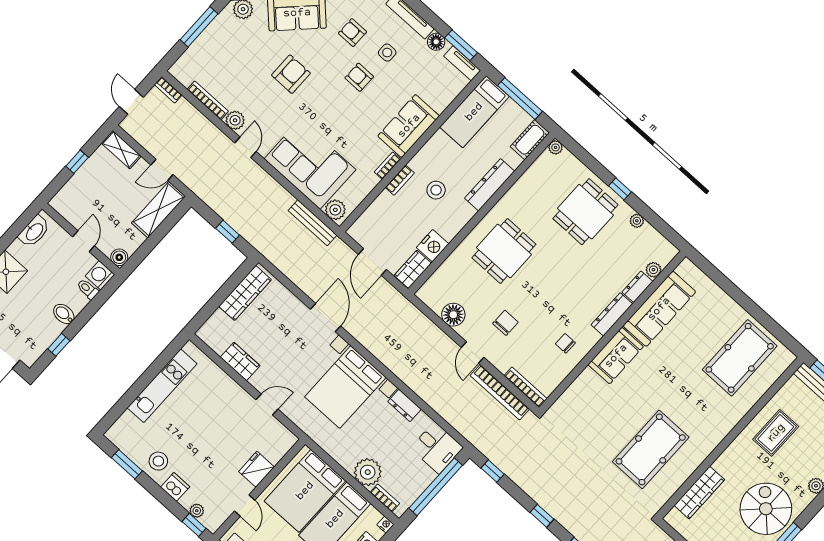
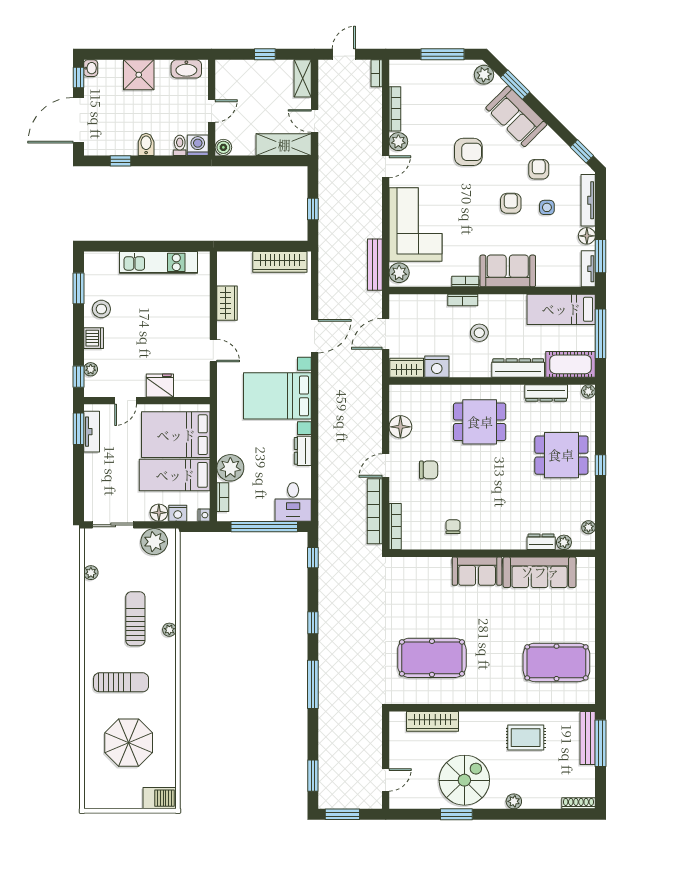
cot: (530, 140) -> (571, 364), width x1.37, depth x1.34
plant: (637, 221) -> (588, 527), moved
dresser: (612, 314) -> (546, 393), moved, turned 180

